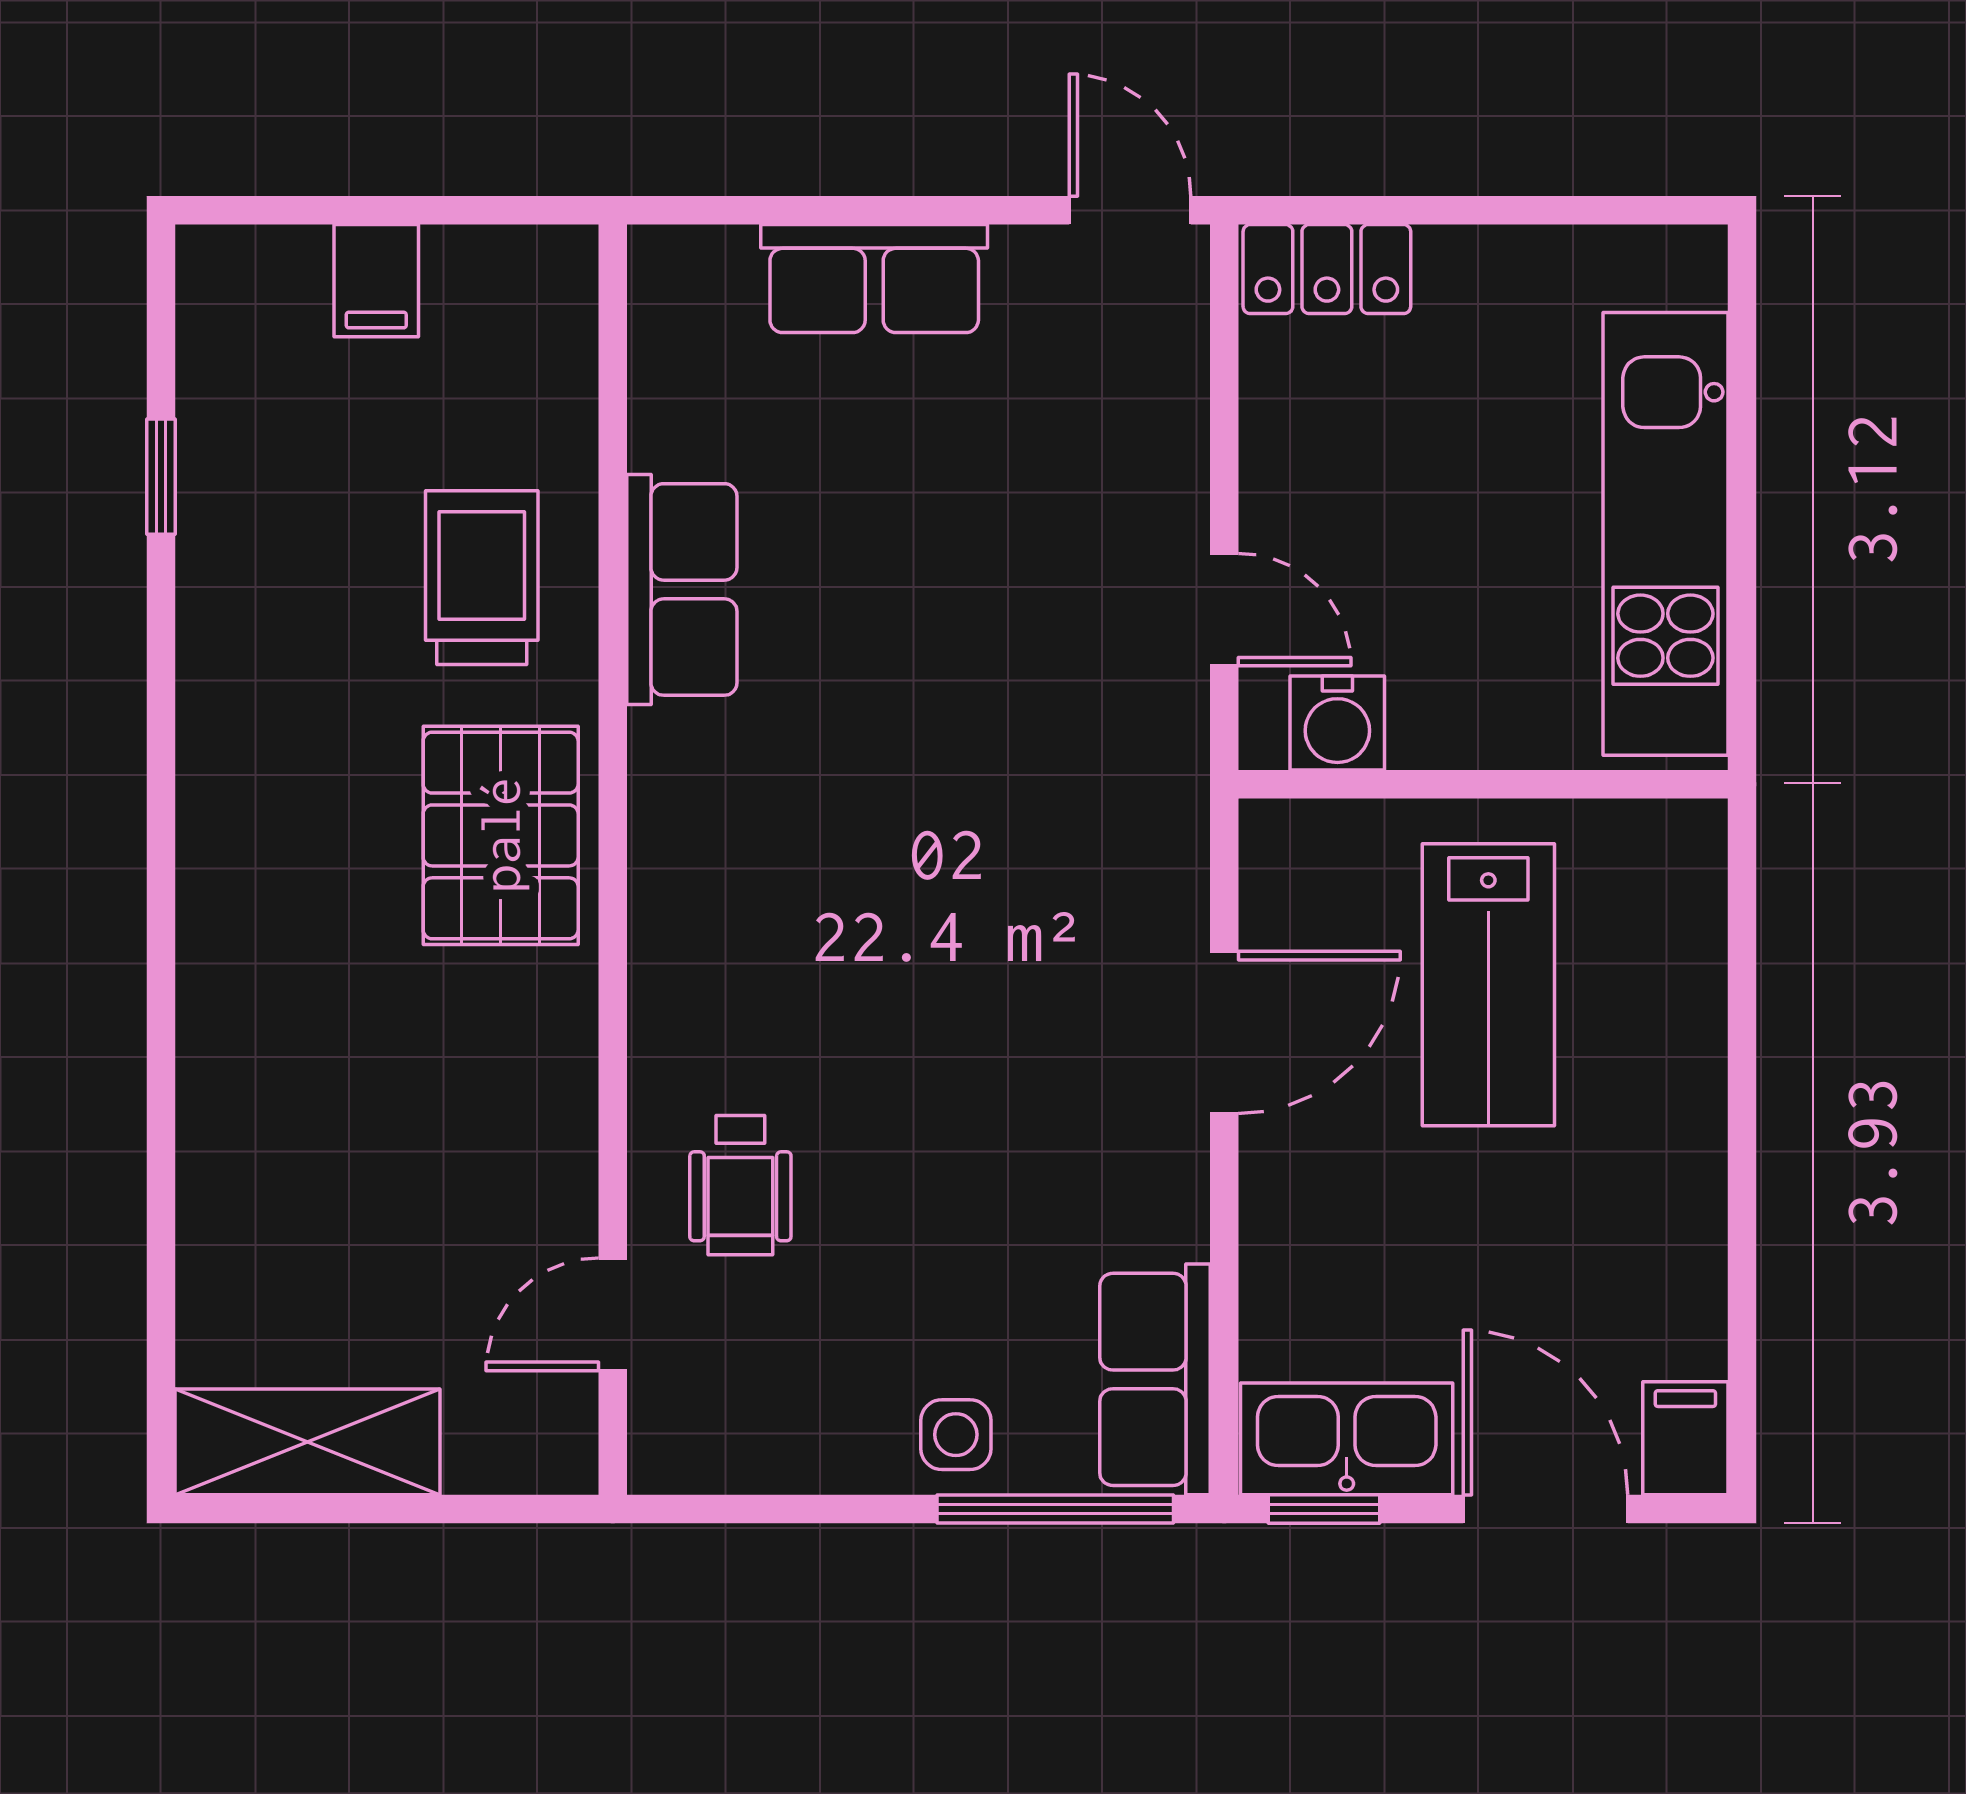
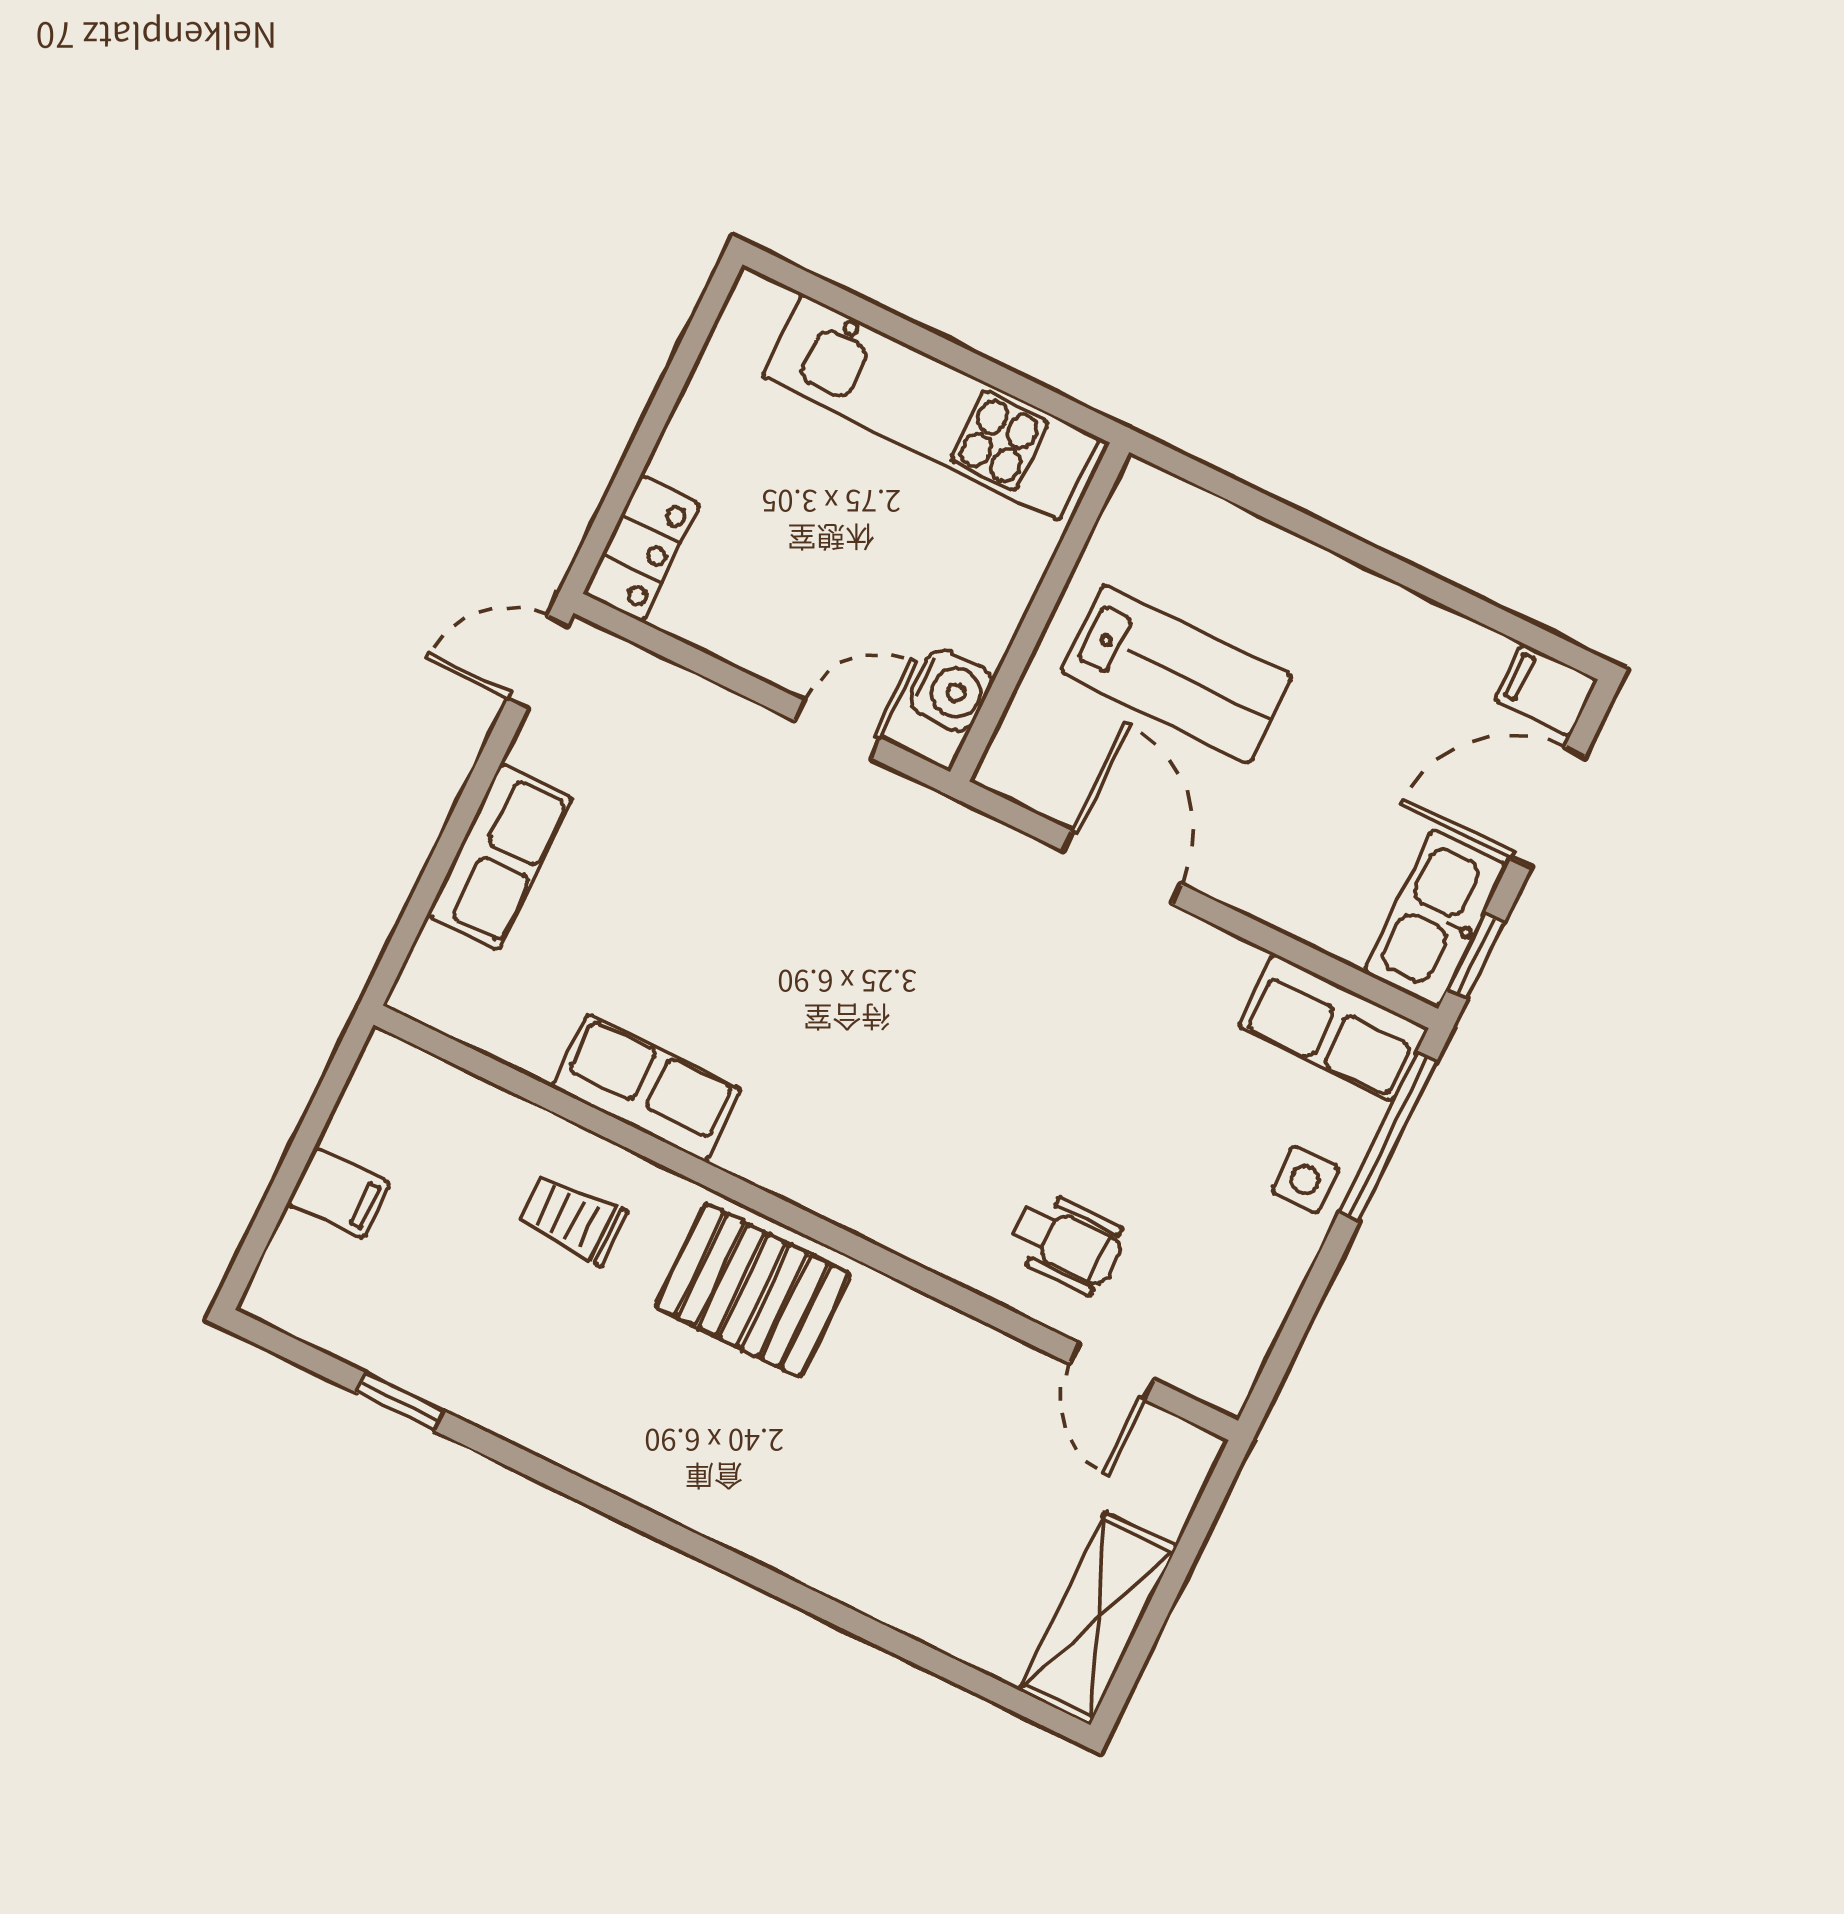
trolley: (482, 578) -> (573, 1219), width x0.73, depth x0.72

